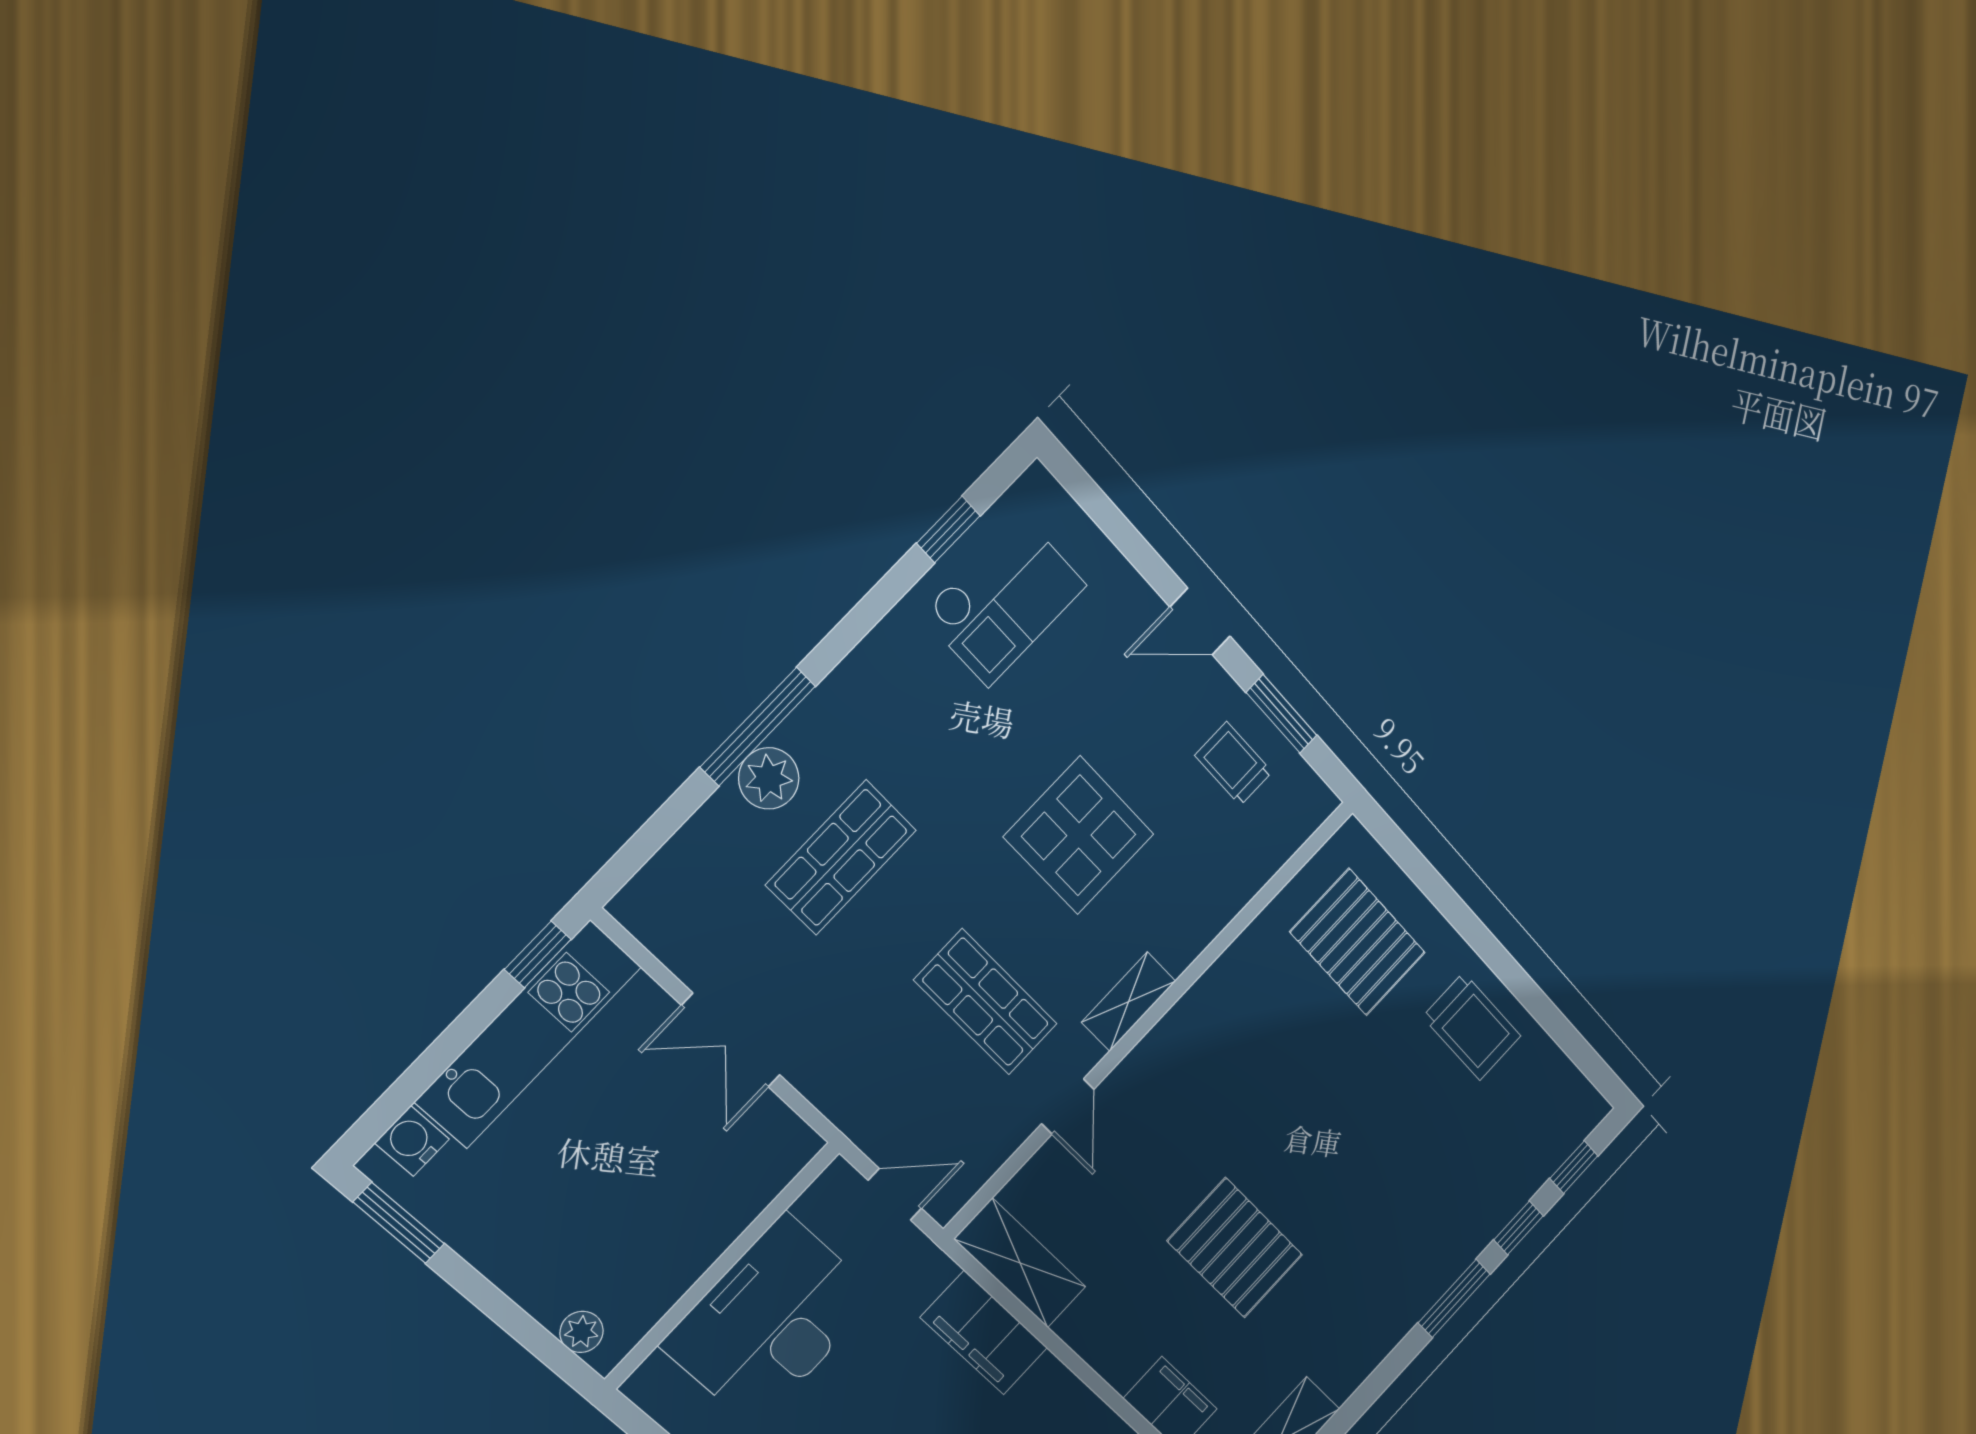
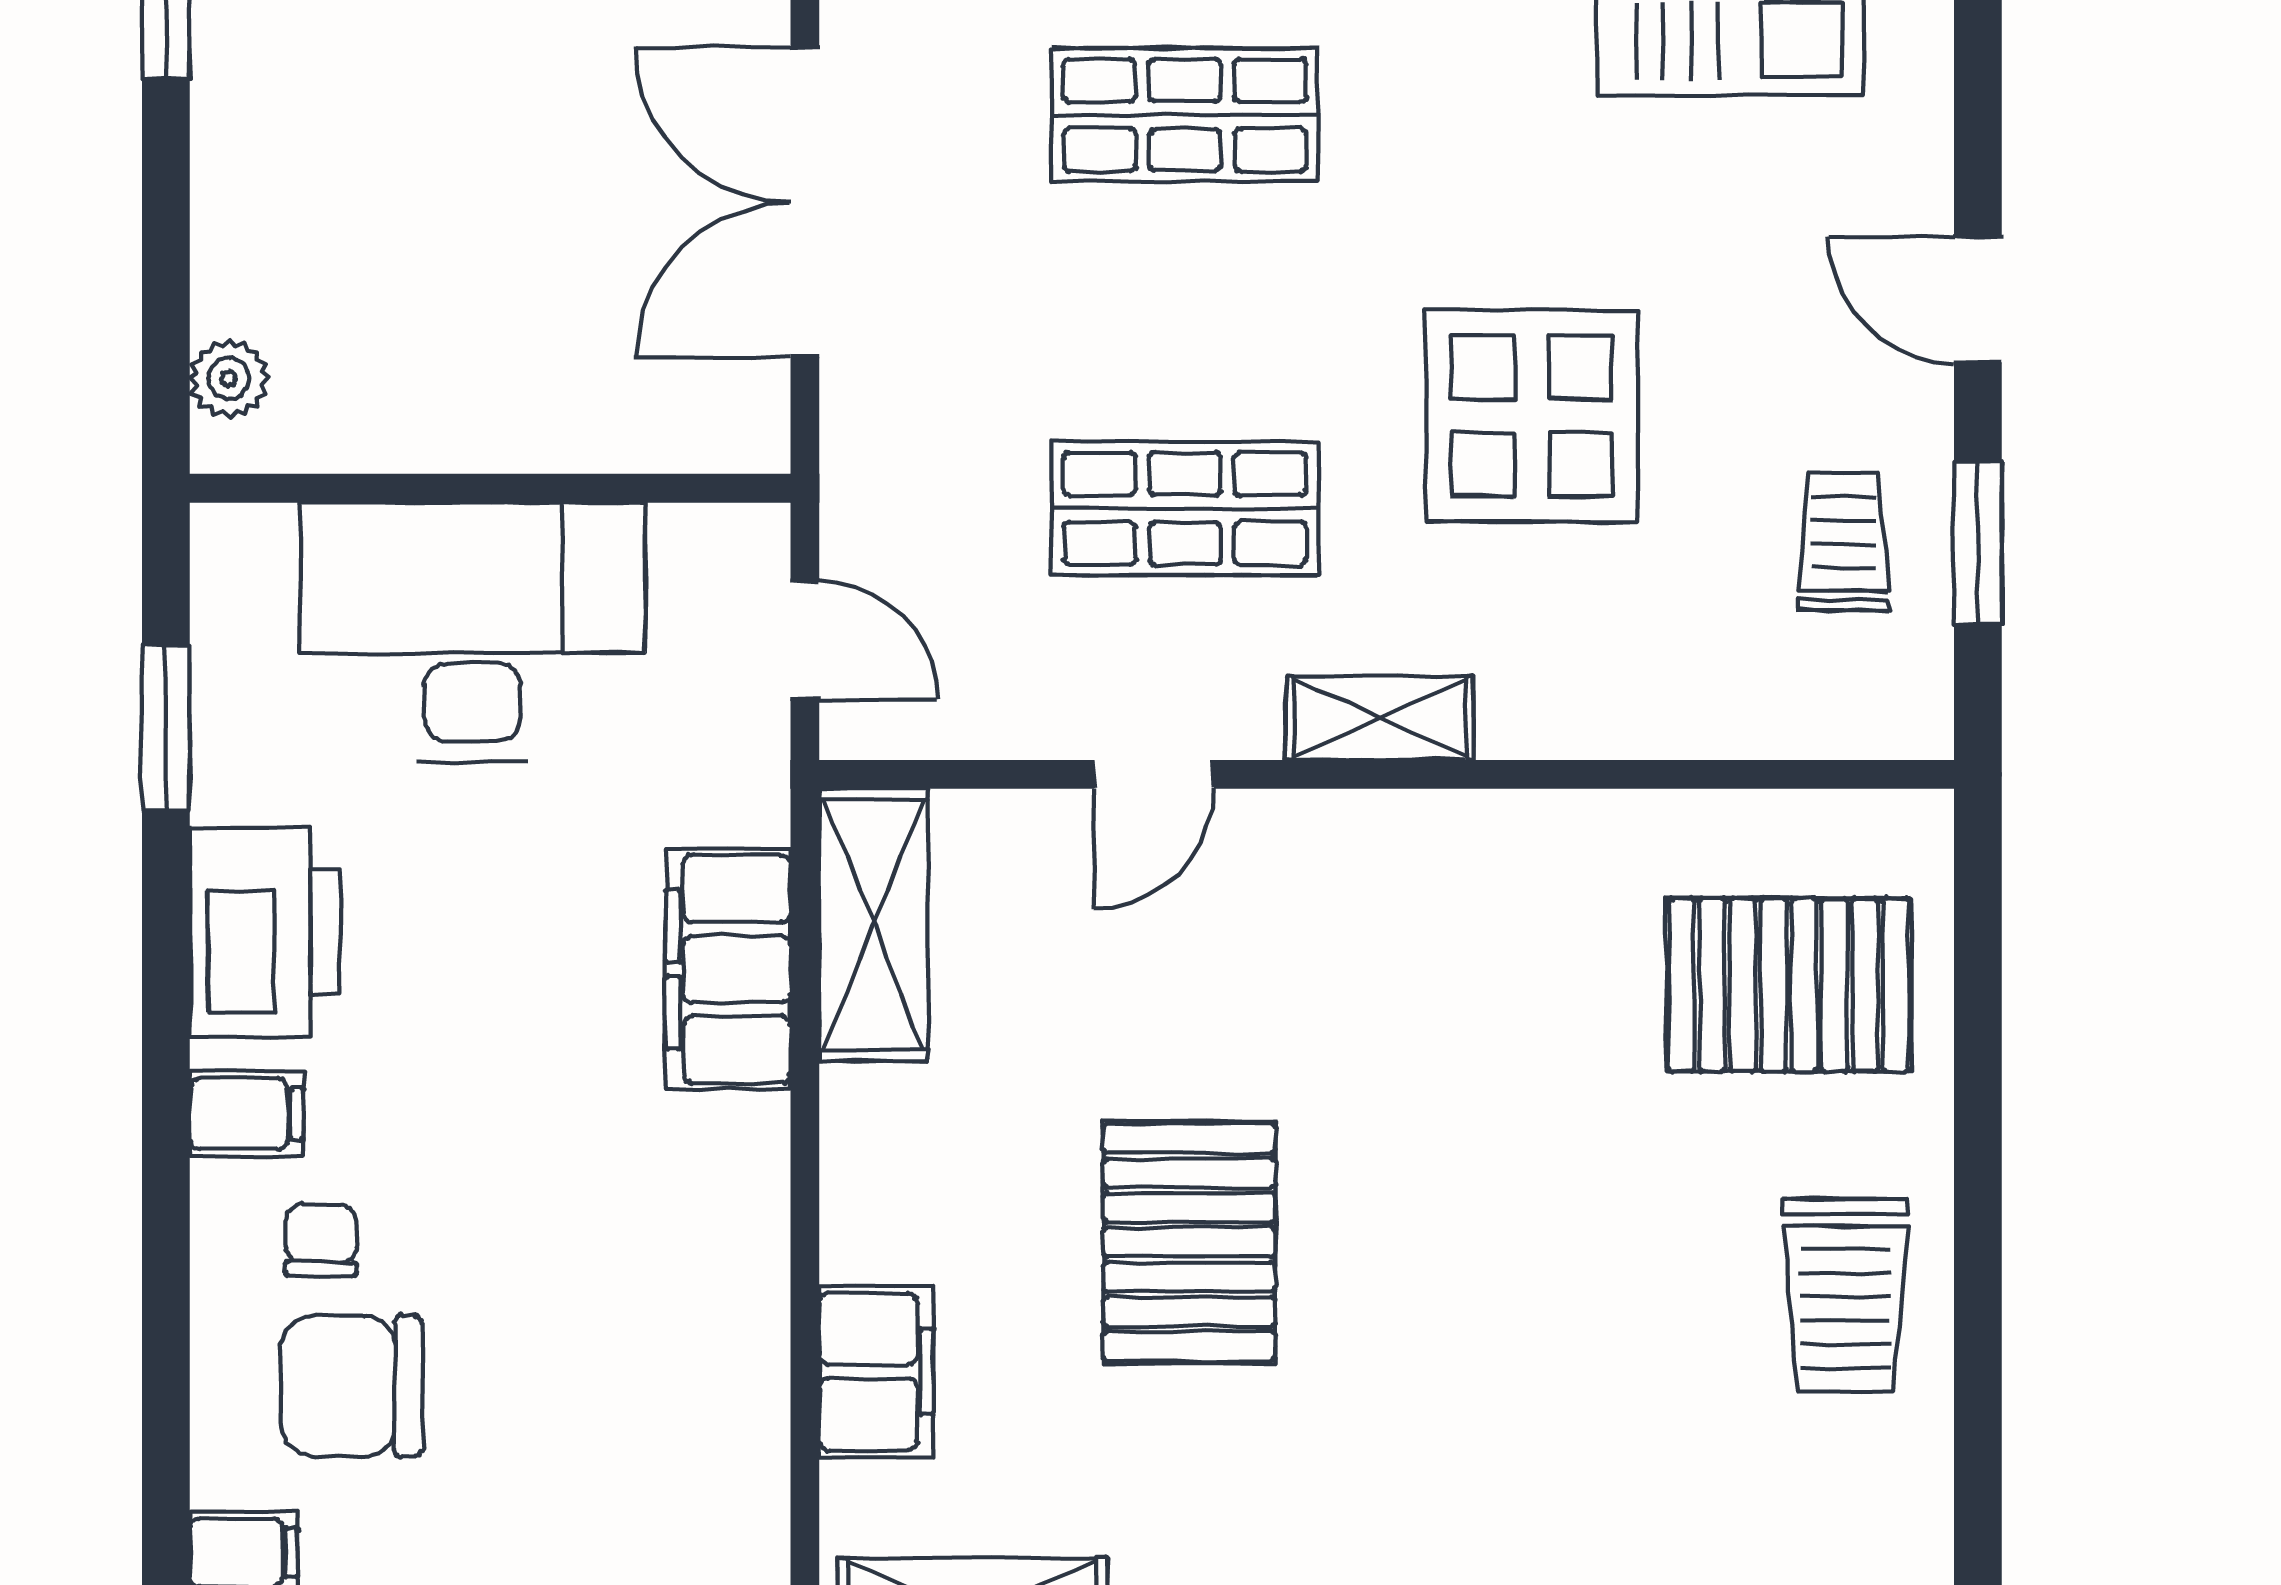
pallet: (1358, 942) -> (1789, 985), turned 90
shop shelf: (986, 1002) -> (1185, 509), turned 90
double door: (731, 1040) -> (805, 202), width x1.37

